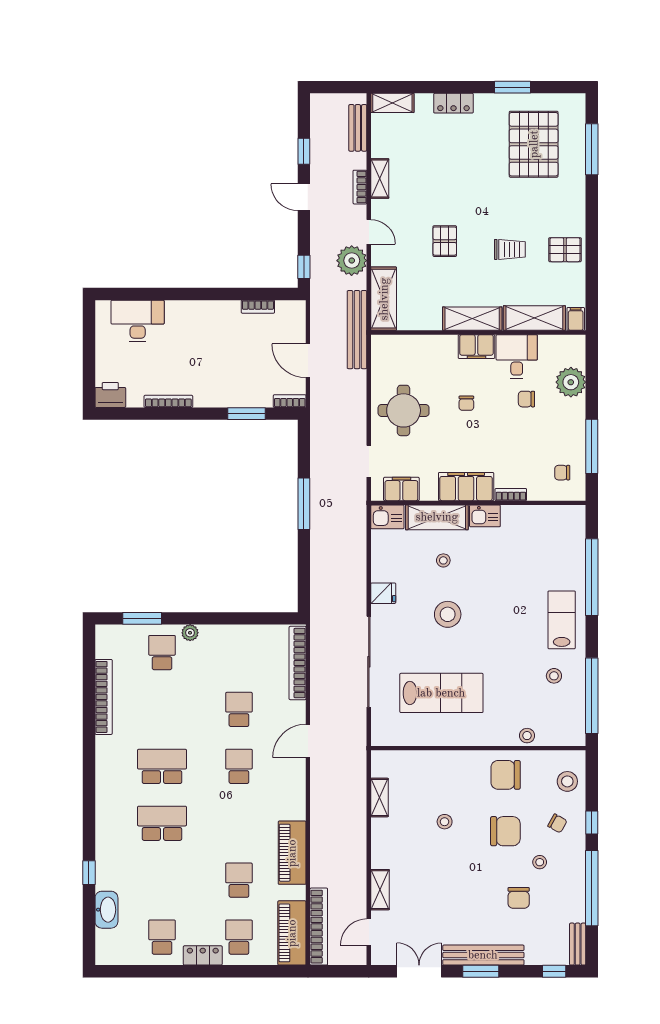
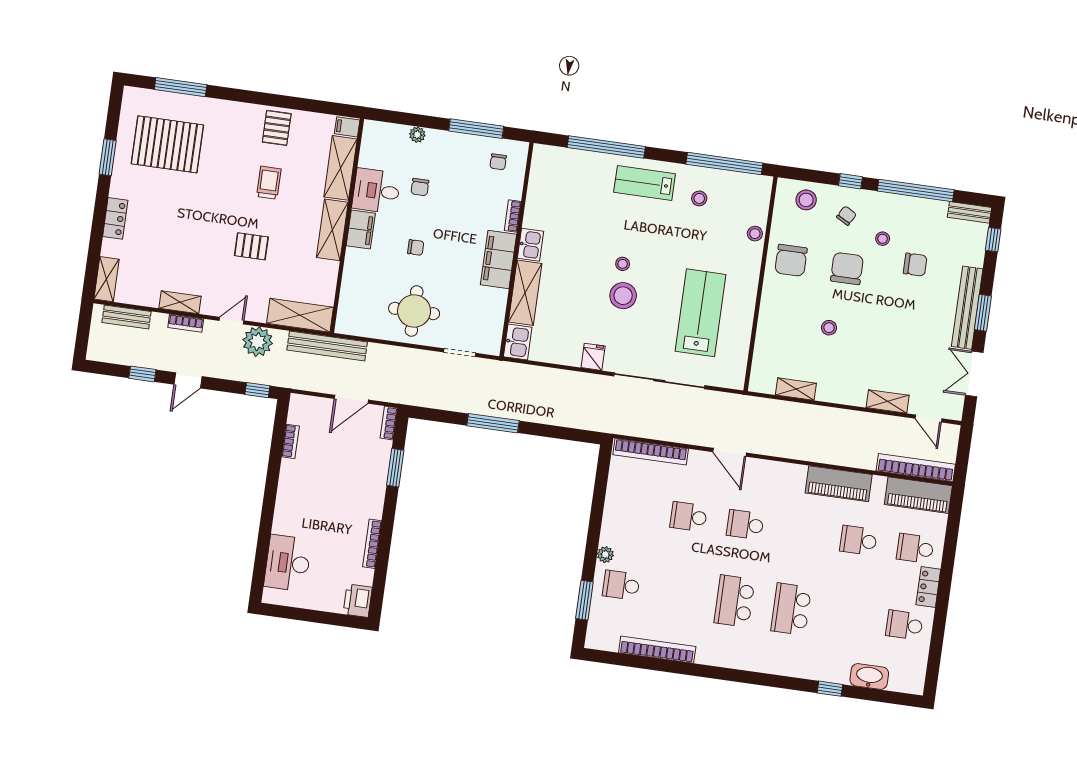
plant: (571, 382) -> (417, 135), width x0.53, depth x0.53
filing cabinet: (401, 489) -> (492, 324), removed
stool: (443, 560) -> (623, 264), moved

